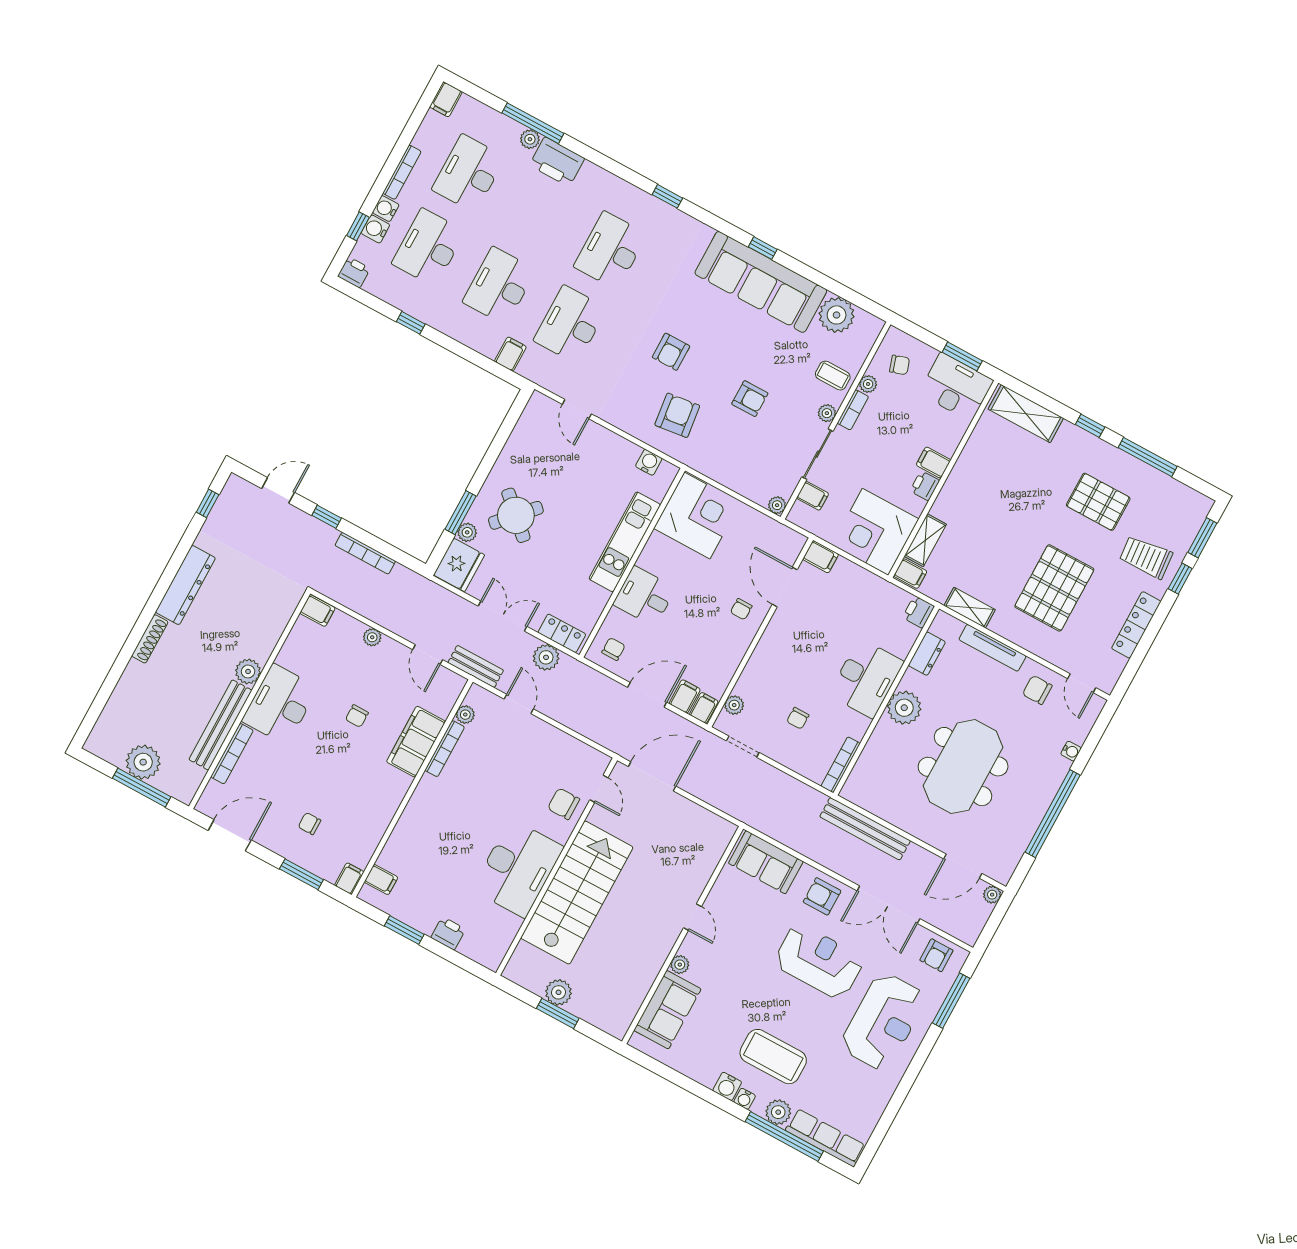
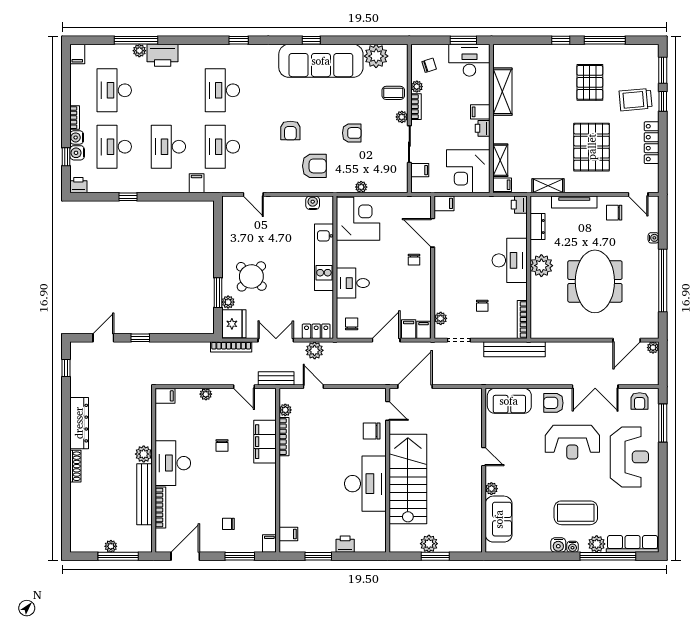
bookcase: (402, 172) -> (75, 118), width x0.64
shelving: (1026, 414) -> (502, 92), moved, turned 90
armchair: (677, 415) -> (314, 166), turned 97
pallet: (1098, 502) -> (590, 82), turned 90
plant: (777, 505) -> (361, 187), moved
bookcase: (365, 553) -> (231, 347), moved
plant: (143, 762) -> (111, 546), width x0.53, depth x0.53
bench: (865, 829) -> (514, 349), moved
reception desk: (819, 961) -> (572, 442), turned 180

